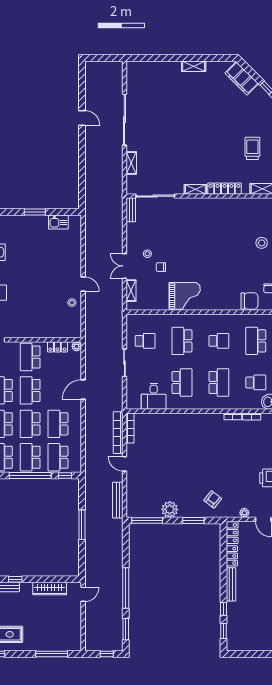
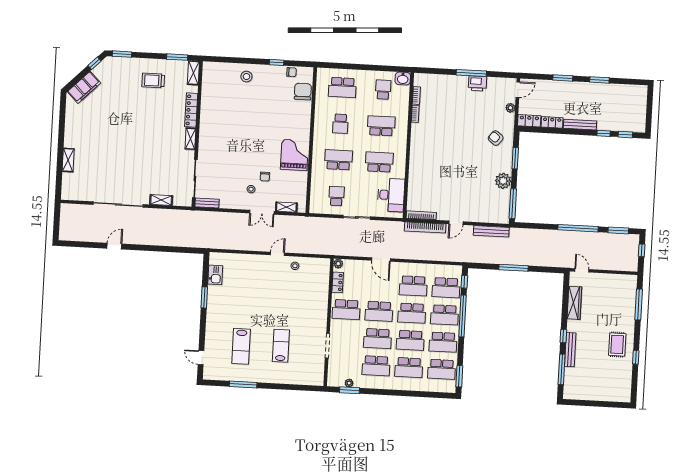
shelving: (194, 66) -> (68, 160), moved
school desk: (182, 341) -> (338, 160), turned 180
school desk: (219, 341) -> (340, 124), turned 180
desk: (154, 396) -> (391, 195), width x1.37

